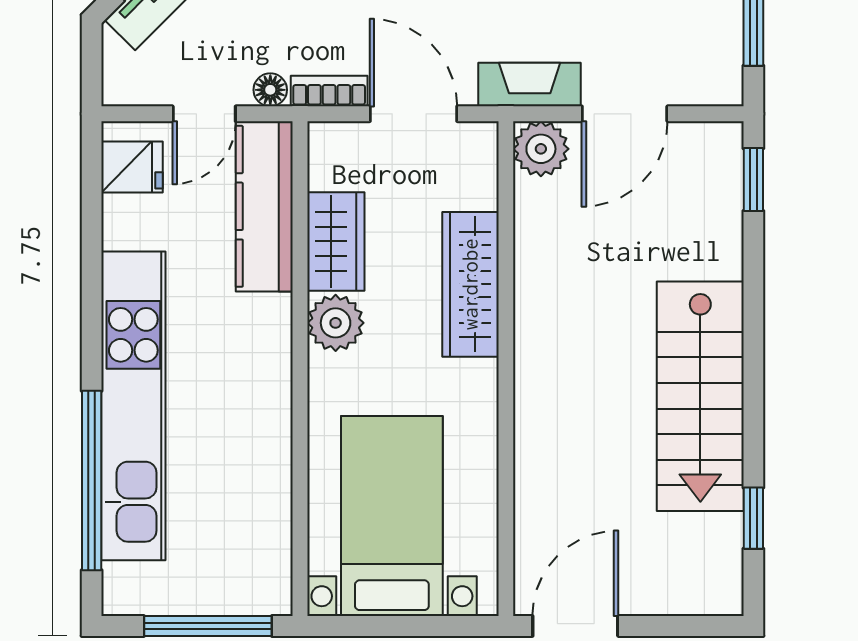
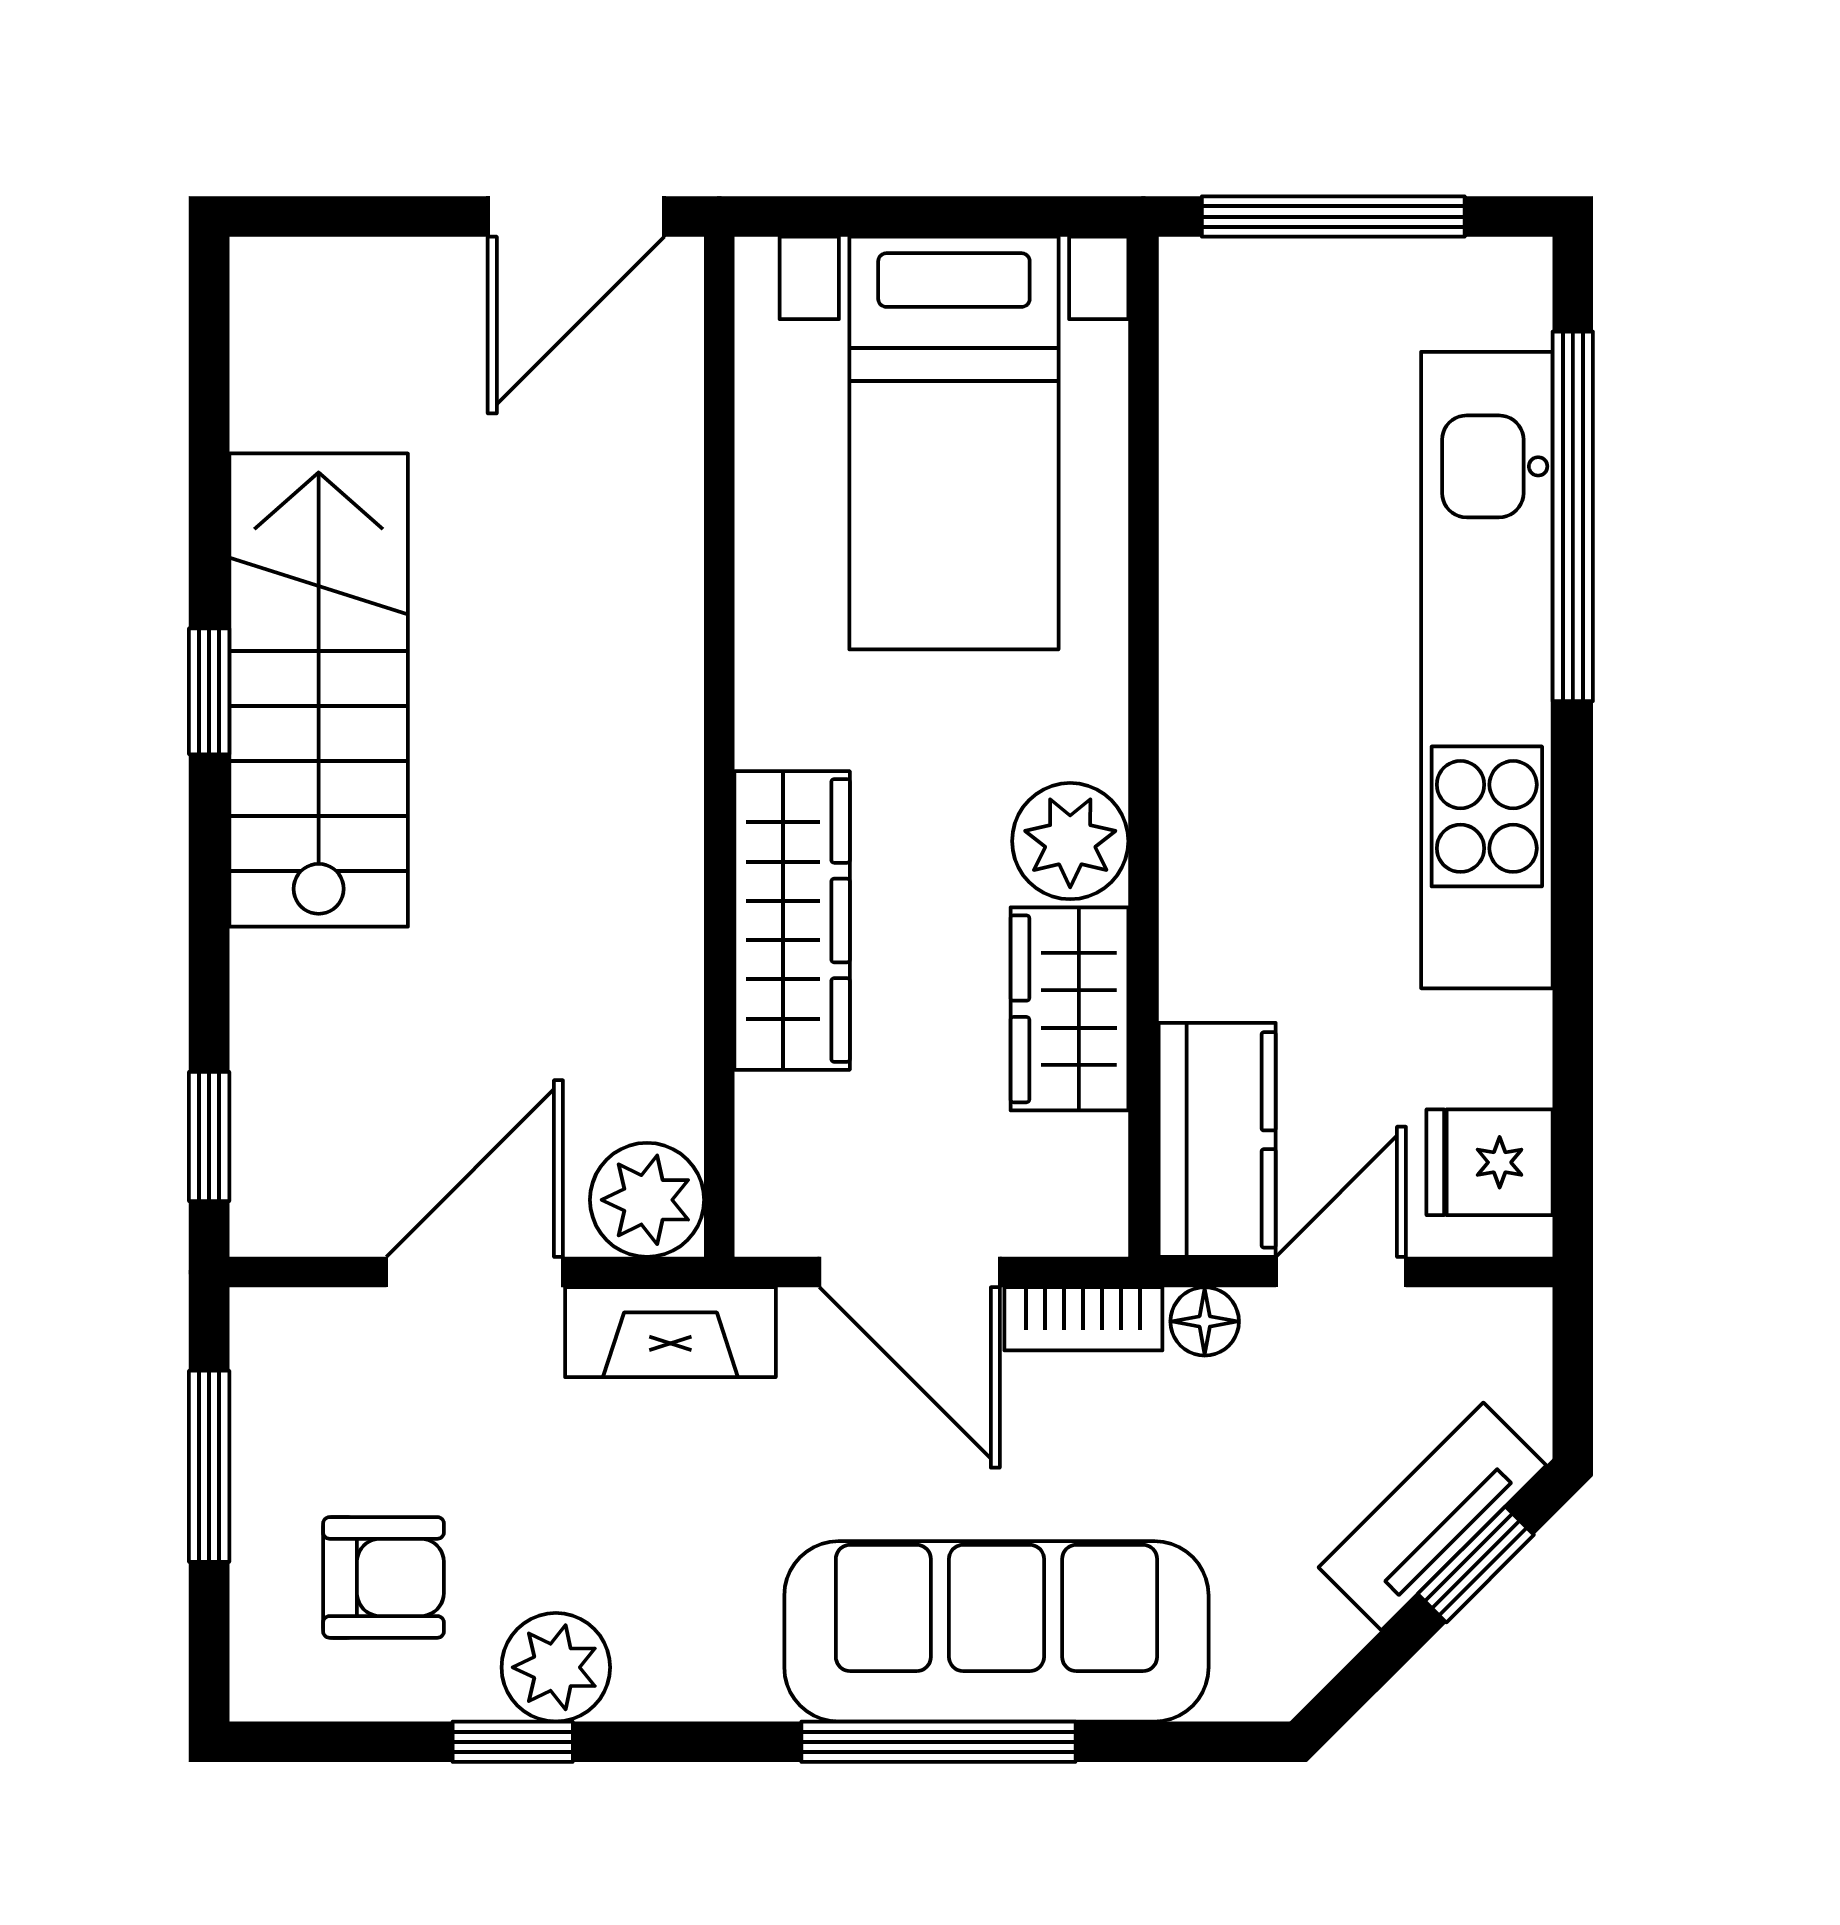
kitchen counter: (264, 206) -> (1217, 1140), width x0.67
window: (753, 518) -> (209, 691), moved

